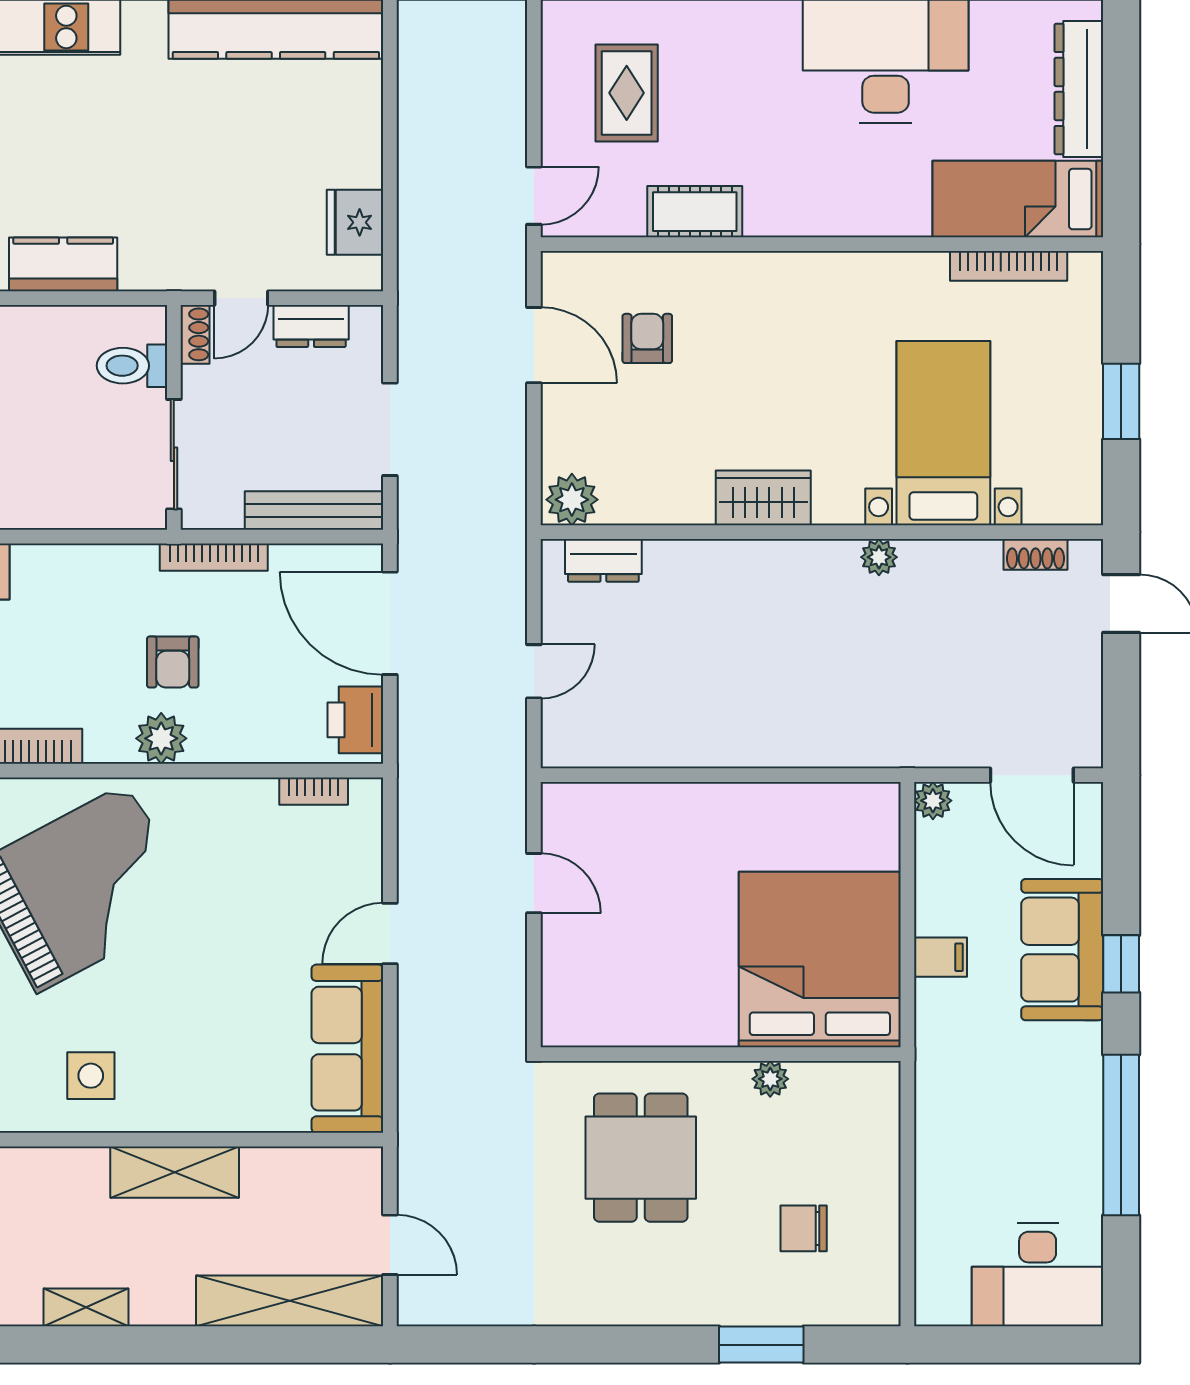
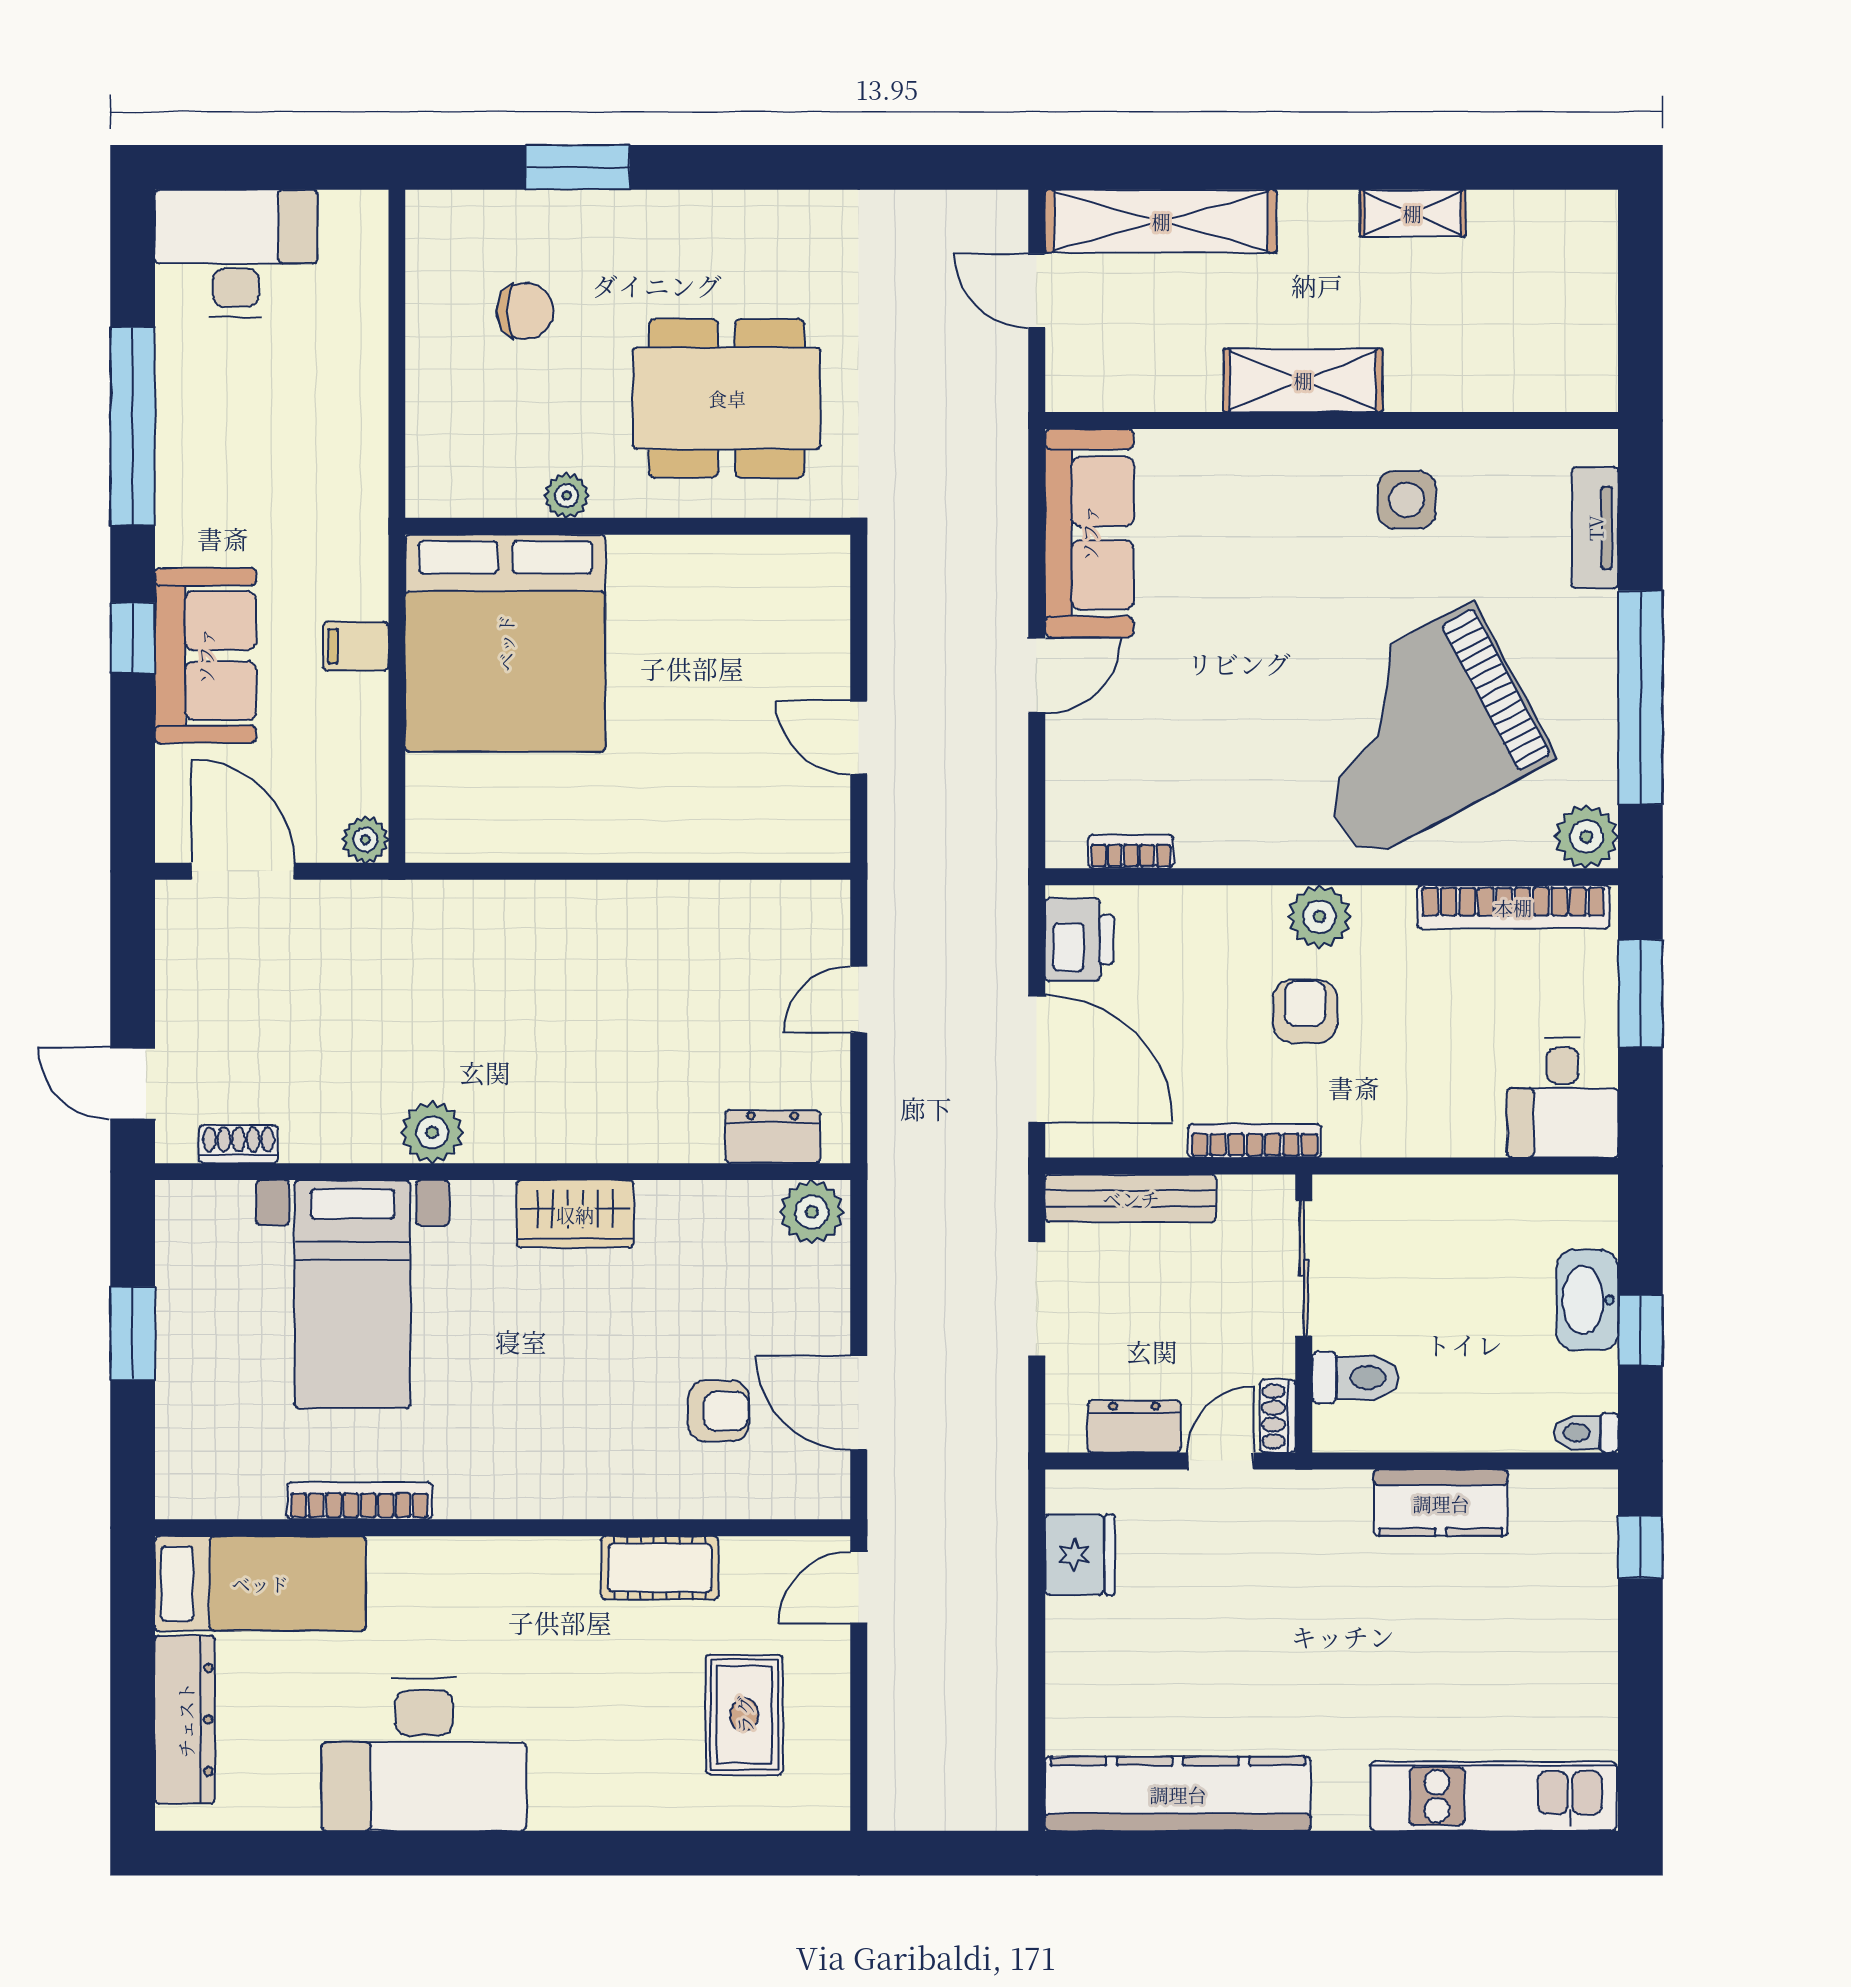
bookcase: (1009, 266) -> (360, 1501), moved
armchair: (647, 338) -> (719, 1411), turned -90
plant: (879, 557) -> (432, 1132), width x1.38, depth x1.38
dining table: (641, 1158) -> (727, 398), width x1.38

